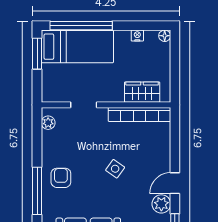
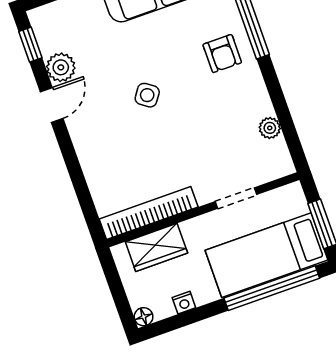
wardrobe: (142, 92) -> (156, 247), moved
doorway: (84, 105) -> (236, 198), moved
wall: (106, 105) -> (203, 210), moved
bookcase: (139, 114) -> (149, 213), moved

